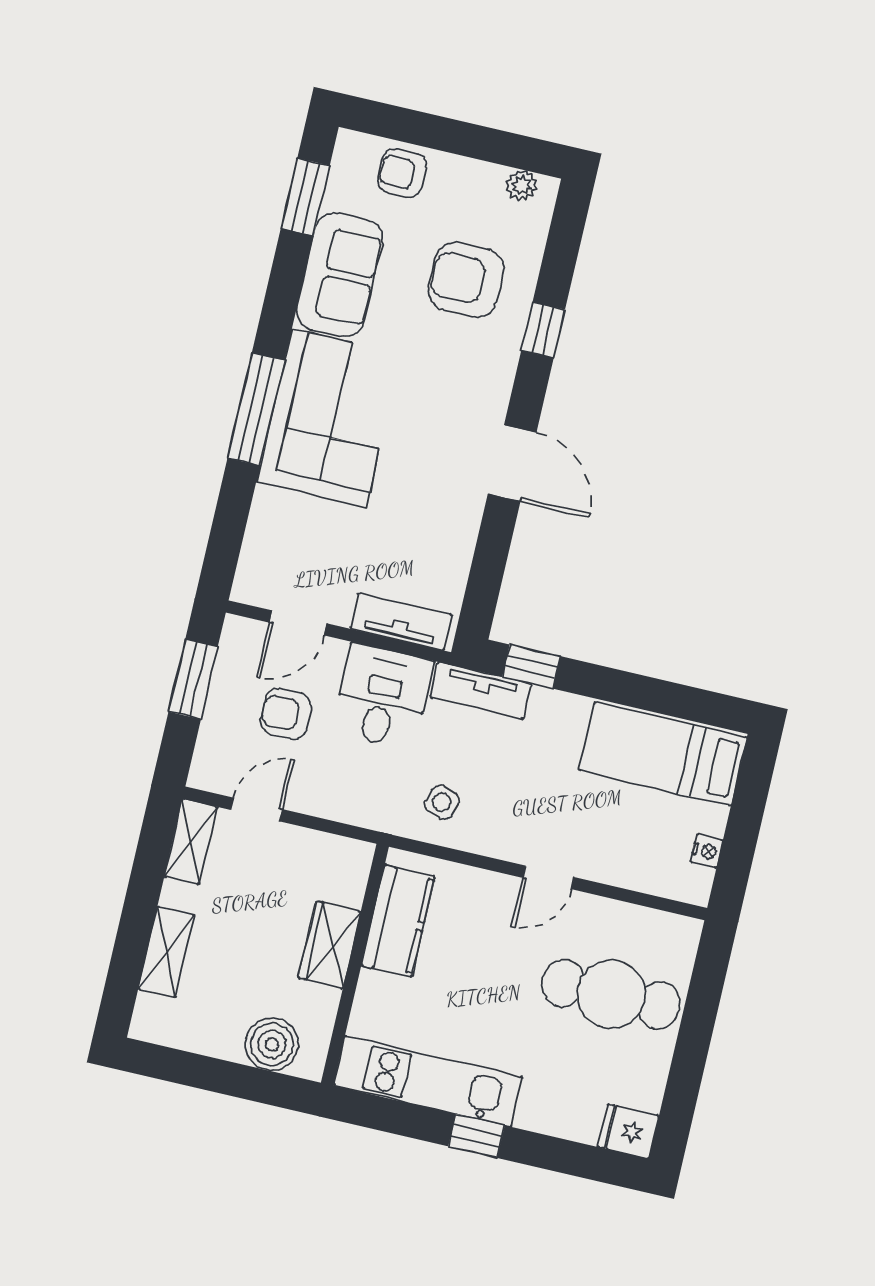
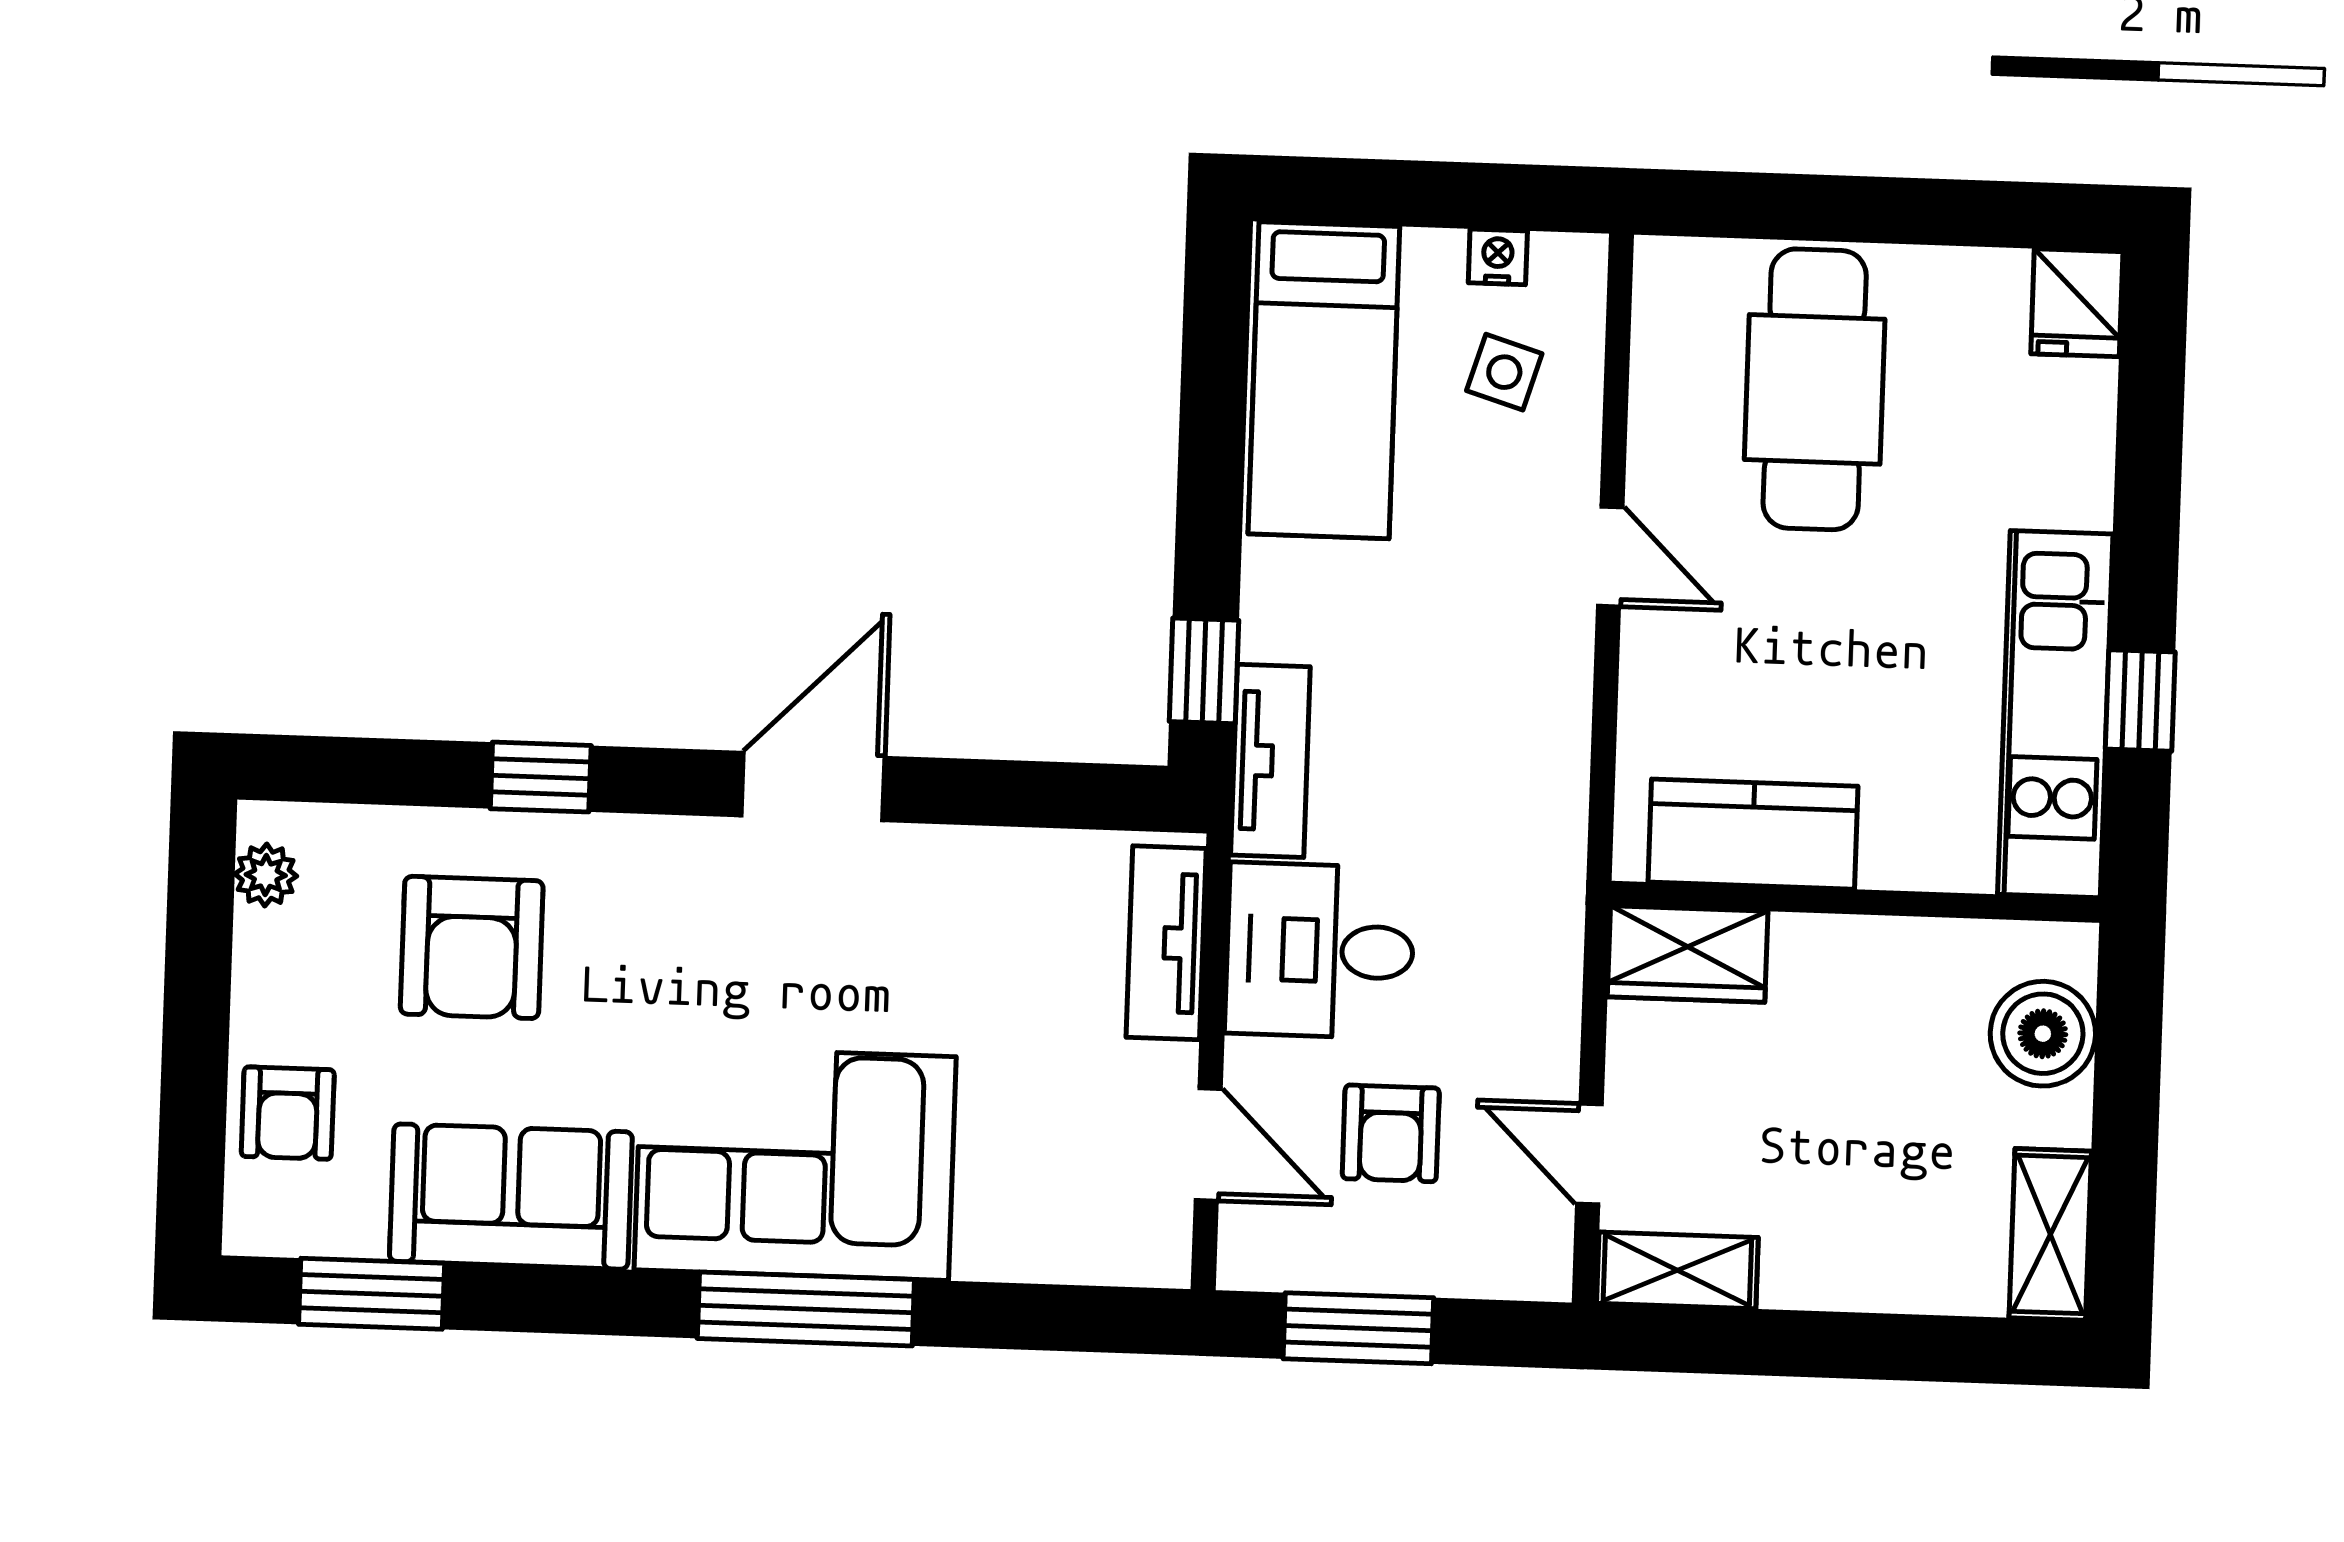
side table: (442, 802) -> (1504, 372), moved
wardrobe: (330, 945) -> (1688, 954), moved
shelving: (166, 952) -> (2050, 1234), moved, turned 90
window: (476, 1136) -> (2140, 700), moved

